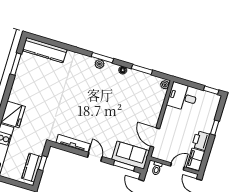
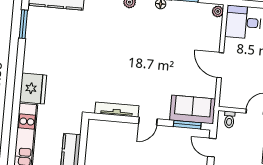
door: (155, 138) -> (220, 65), moved
door: (95, 157) -> (148, 121), swing flipped
window: (43, 163) -> (83, 142), removed

